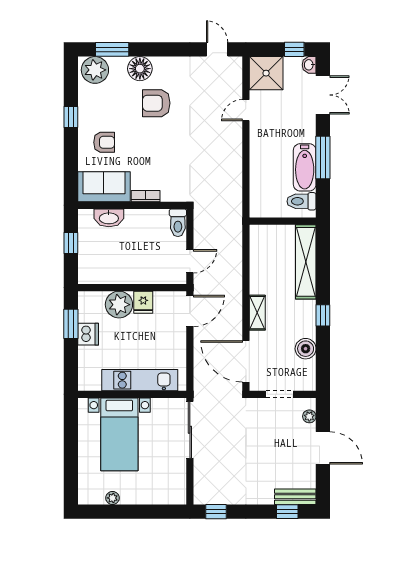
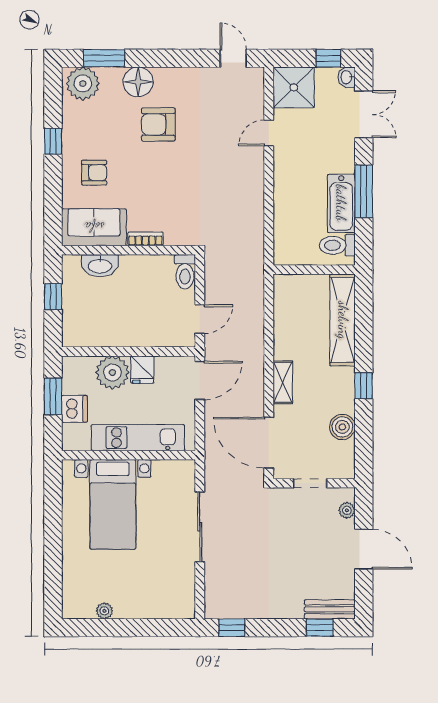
kitchen unit: (140, 380) -> (138, 438), moved
wall: (132, 394) -> (129, 455), moved
bed with nightstands: (119, 434) -> (113, 504), moved

